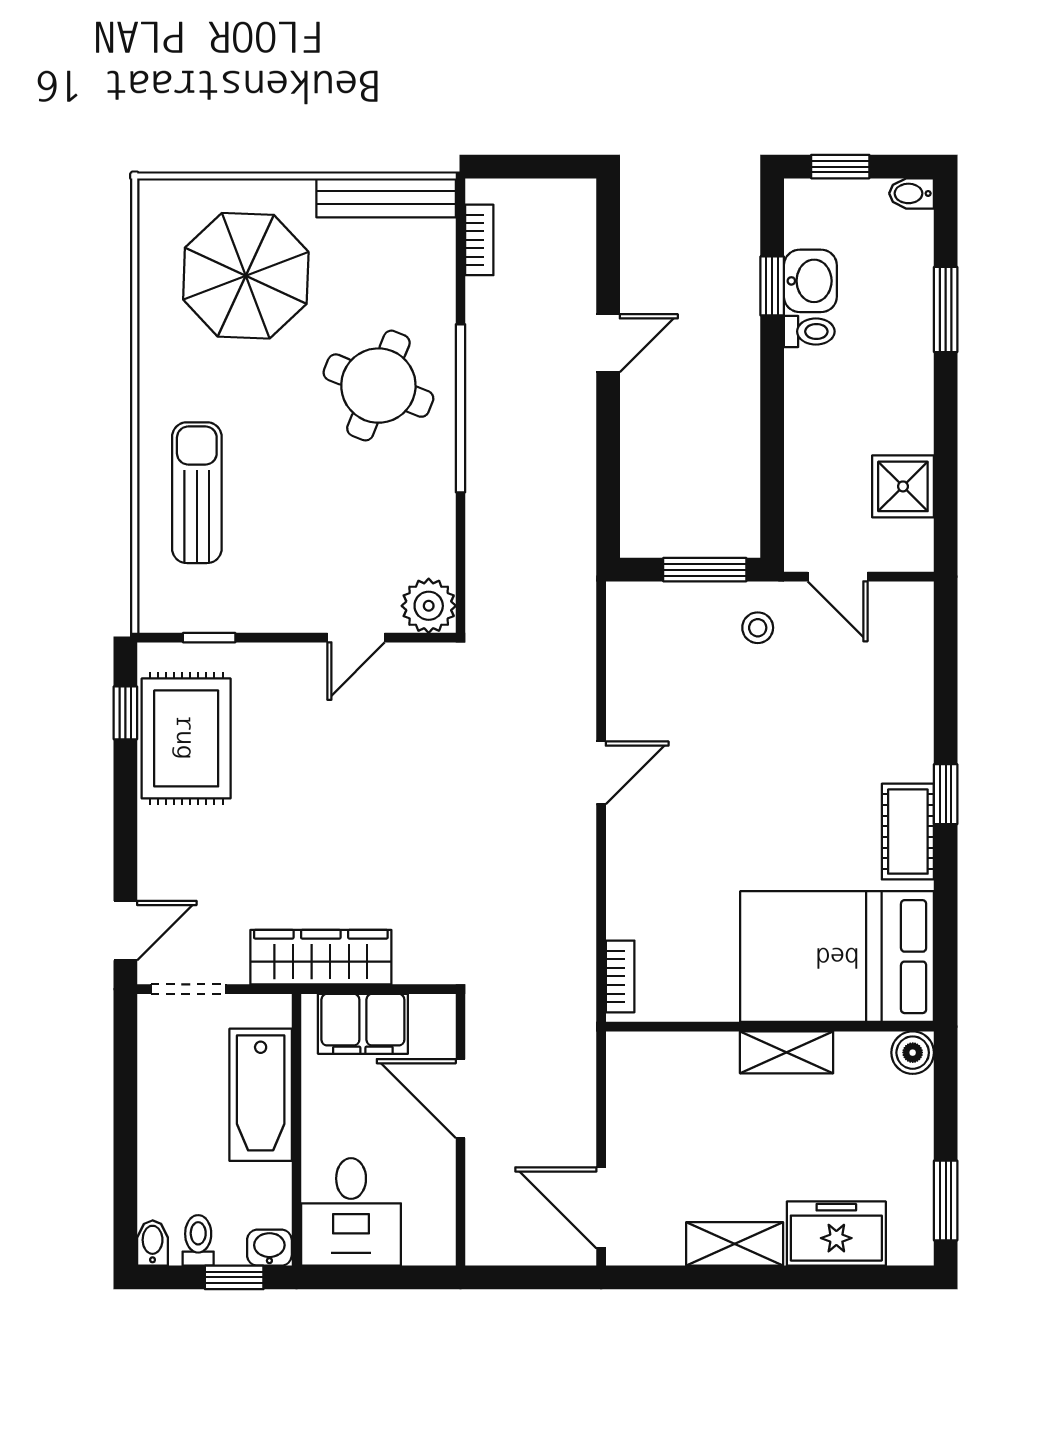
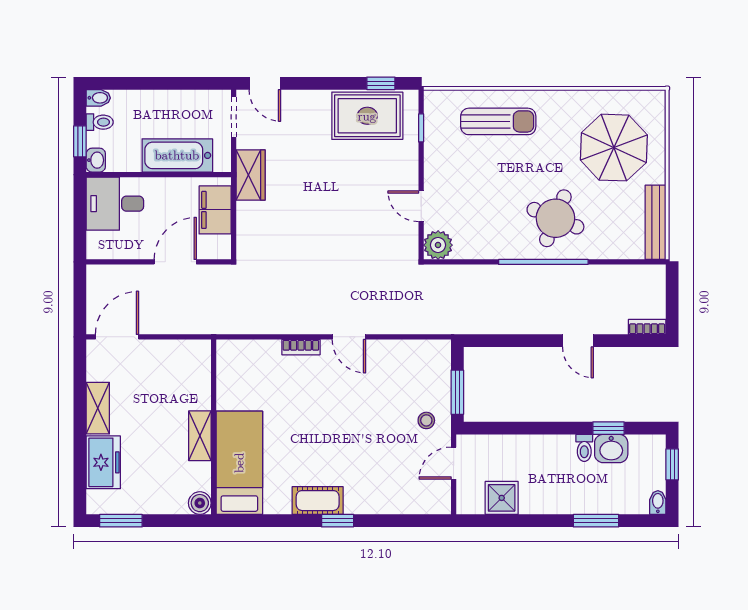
bookcase: (479, 240) -> (647, 327), moved, turned 180
wardrobe: (321, 957) -> (251, 175), width x0.67
bed: (837, 957) -> (239, 463), width x0.67
bookcase: (620, 976) -> (301, 347), moved

